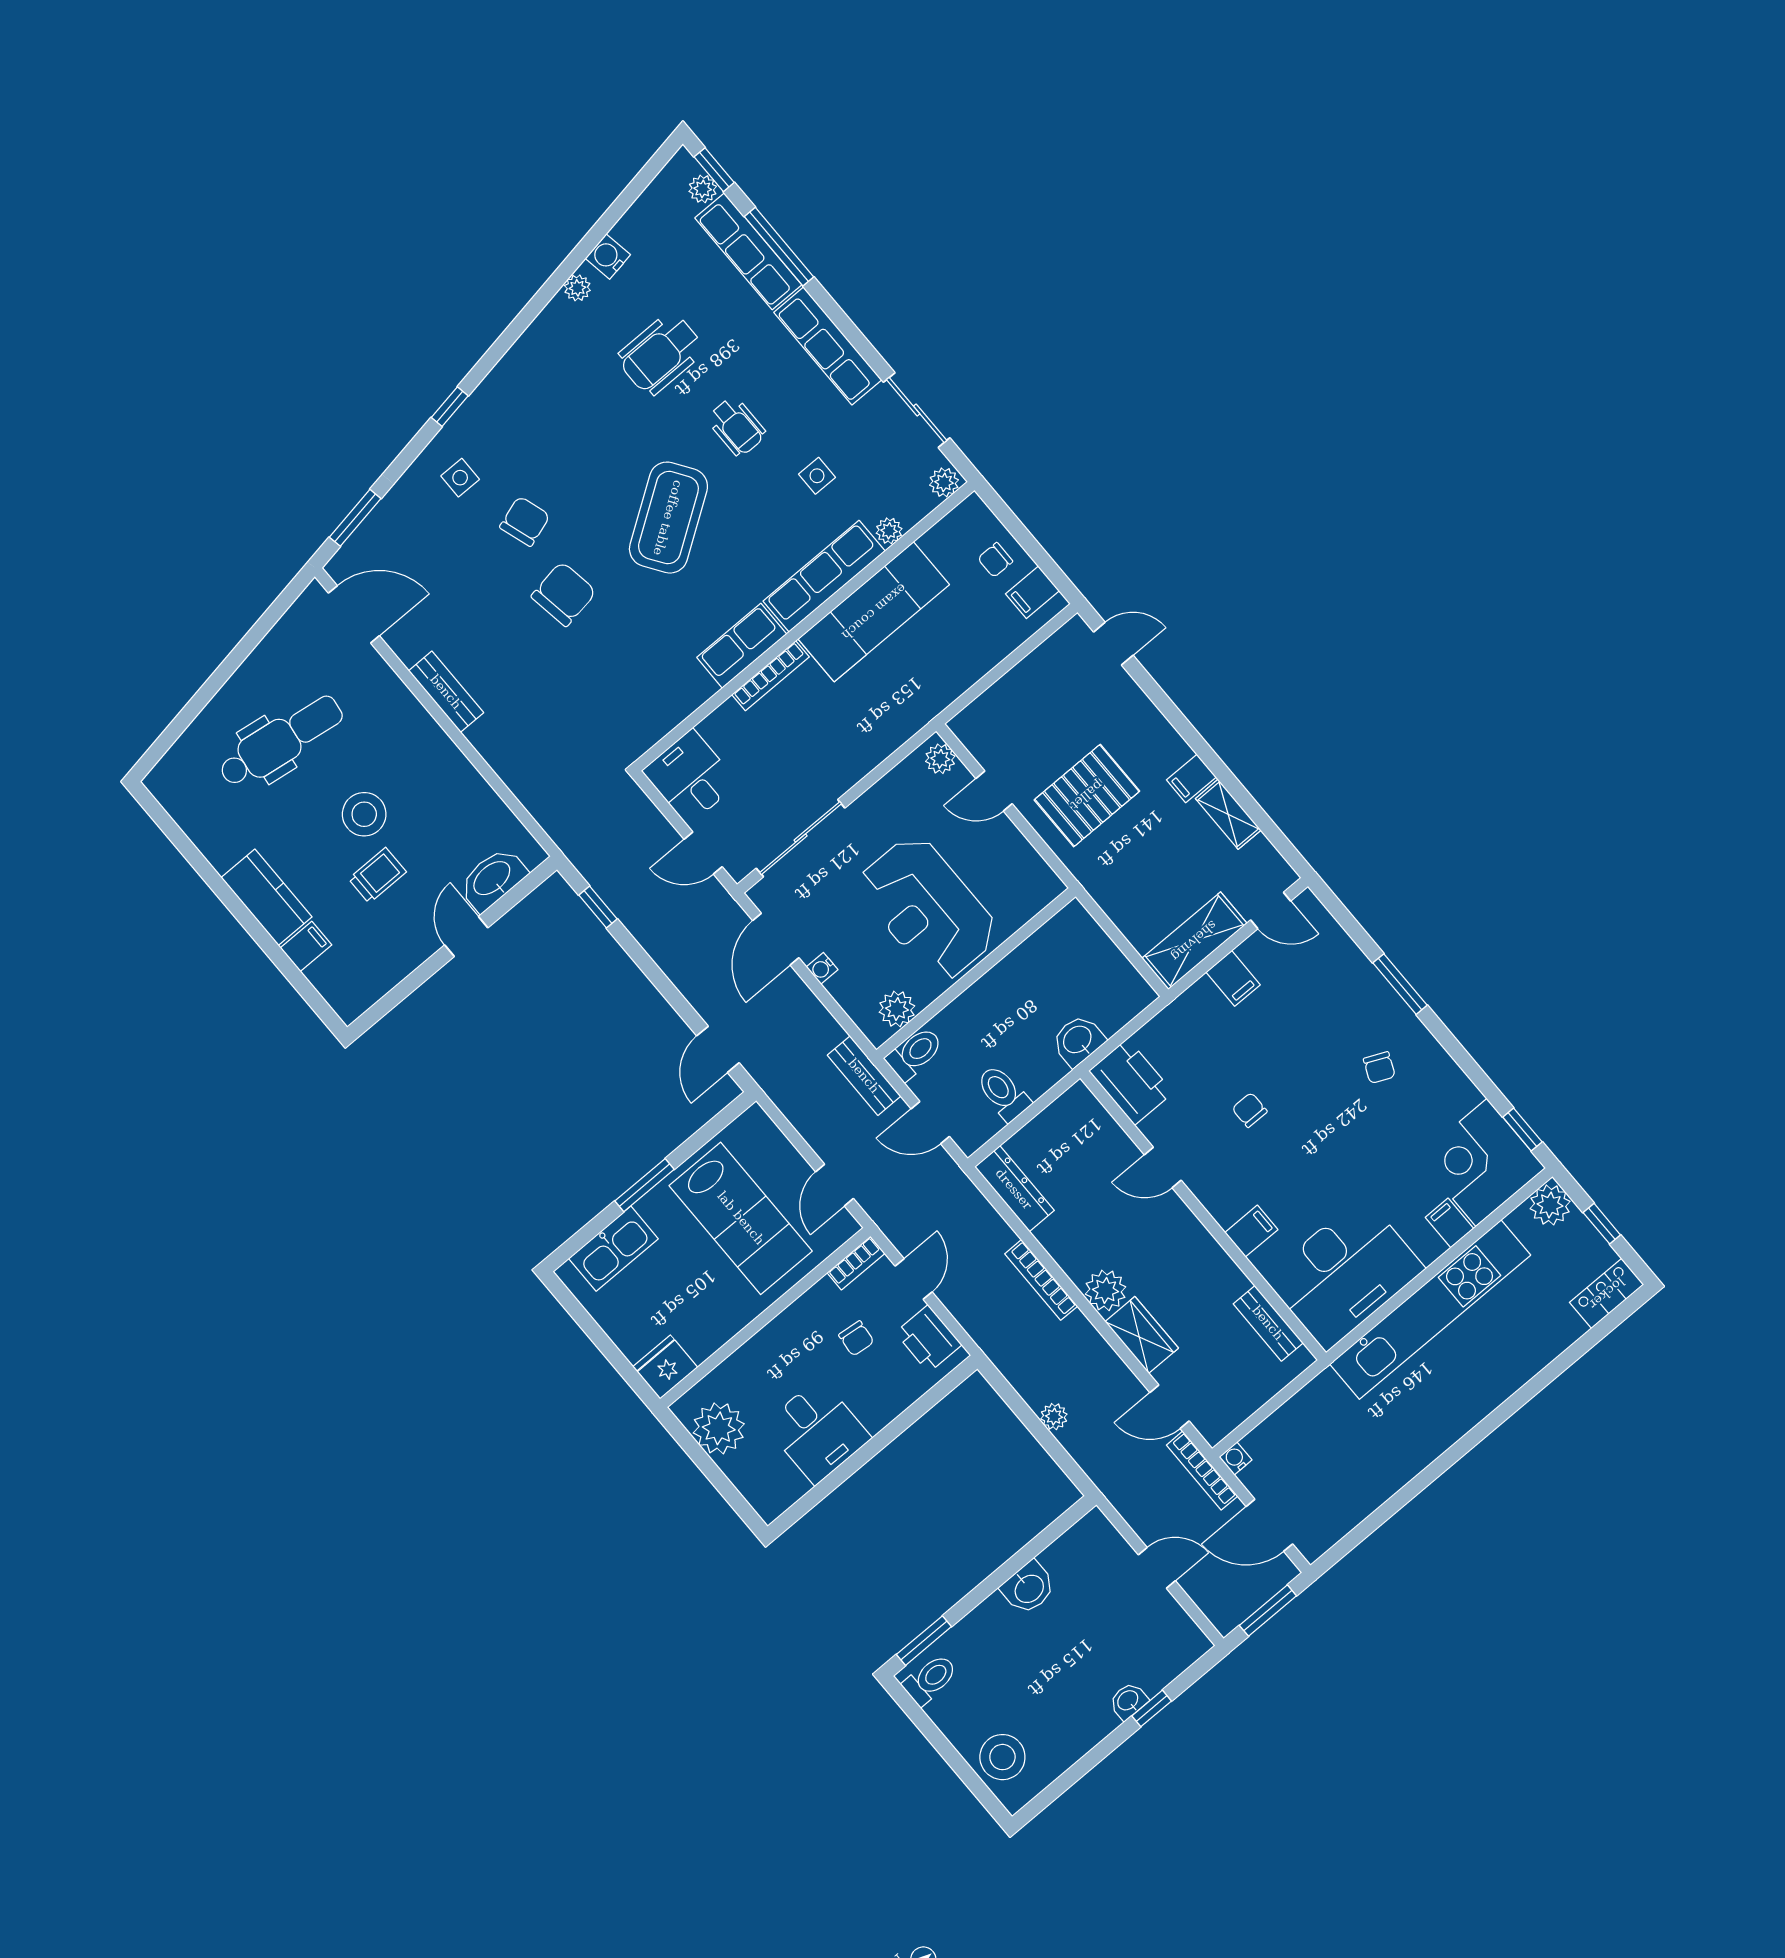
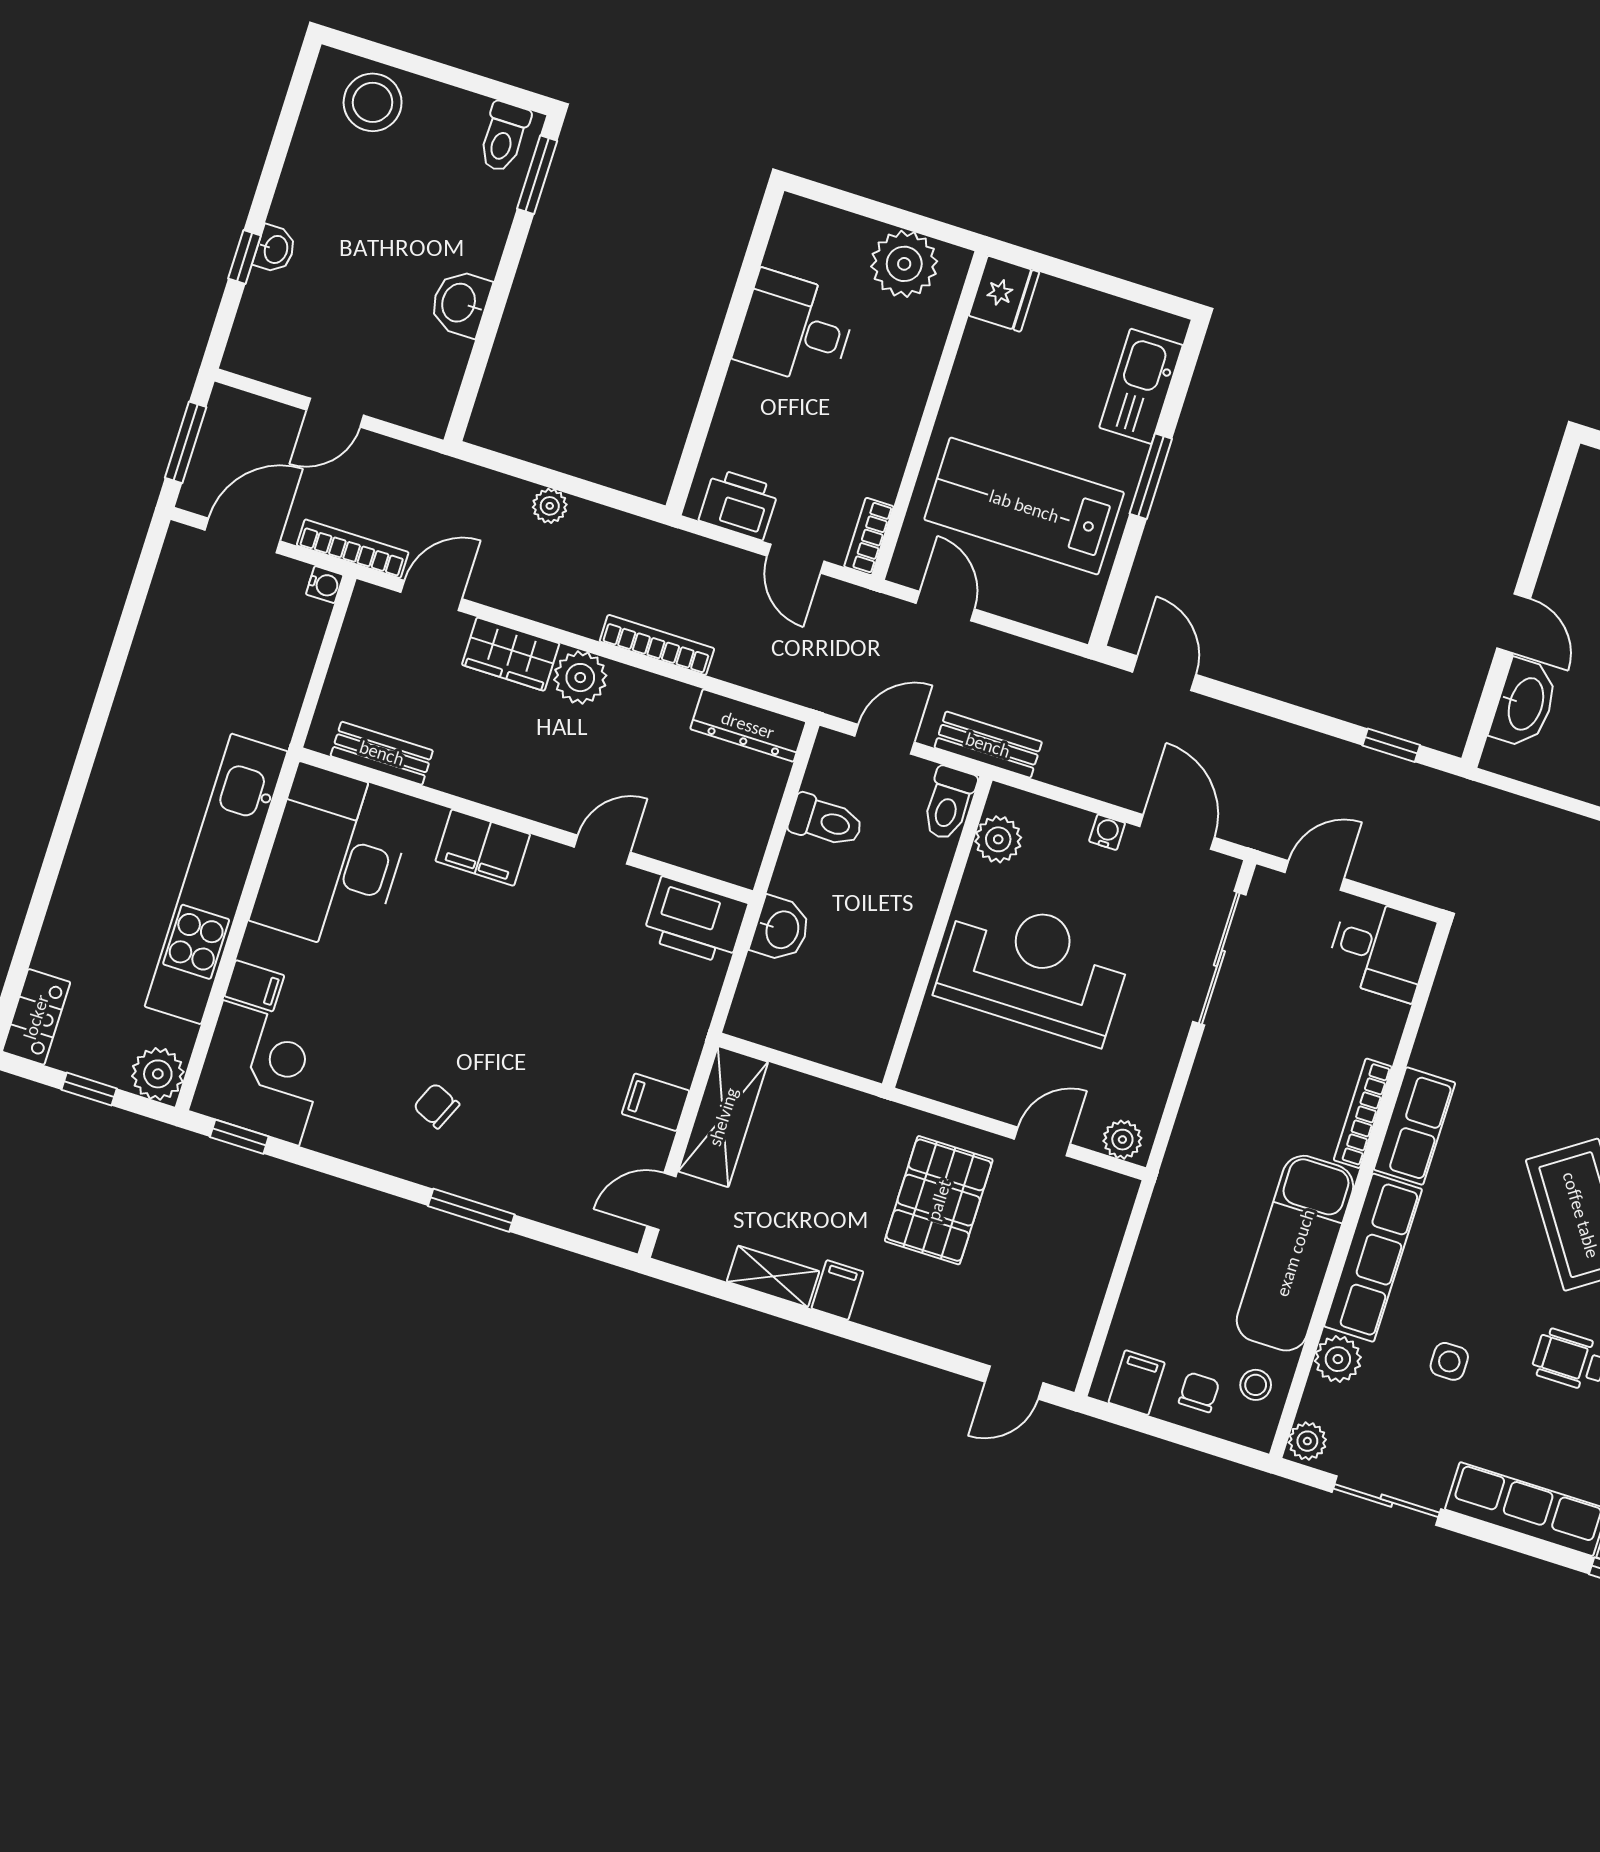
plant: (889, 531) -> (1338, 1359), width x1.38, depth x1.38
stool: (955, 541) -> (1256, 1385), added
chair: (1250, 1110) -> (548, 971), removed
filing cabinet: (1251, 1231) -> (483, 848), width x2.00
chair: (856, 1338) -> (817, 455), removed

